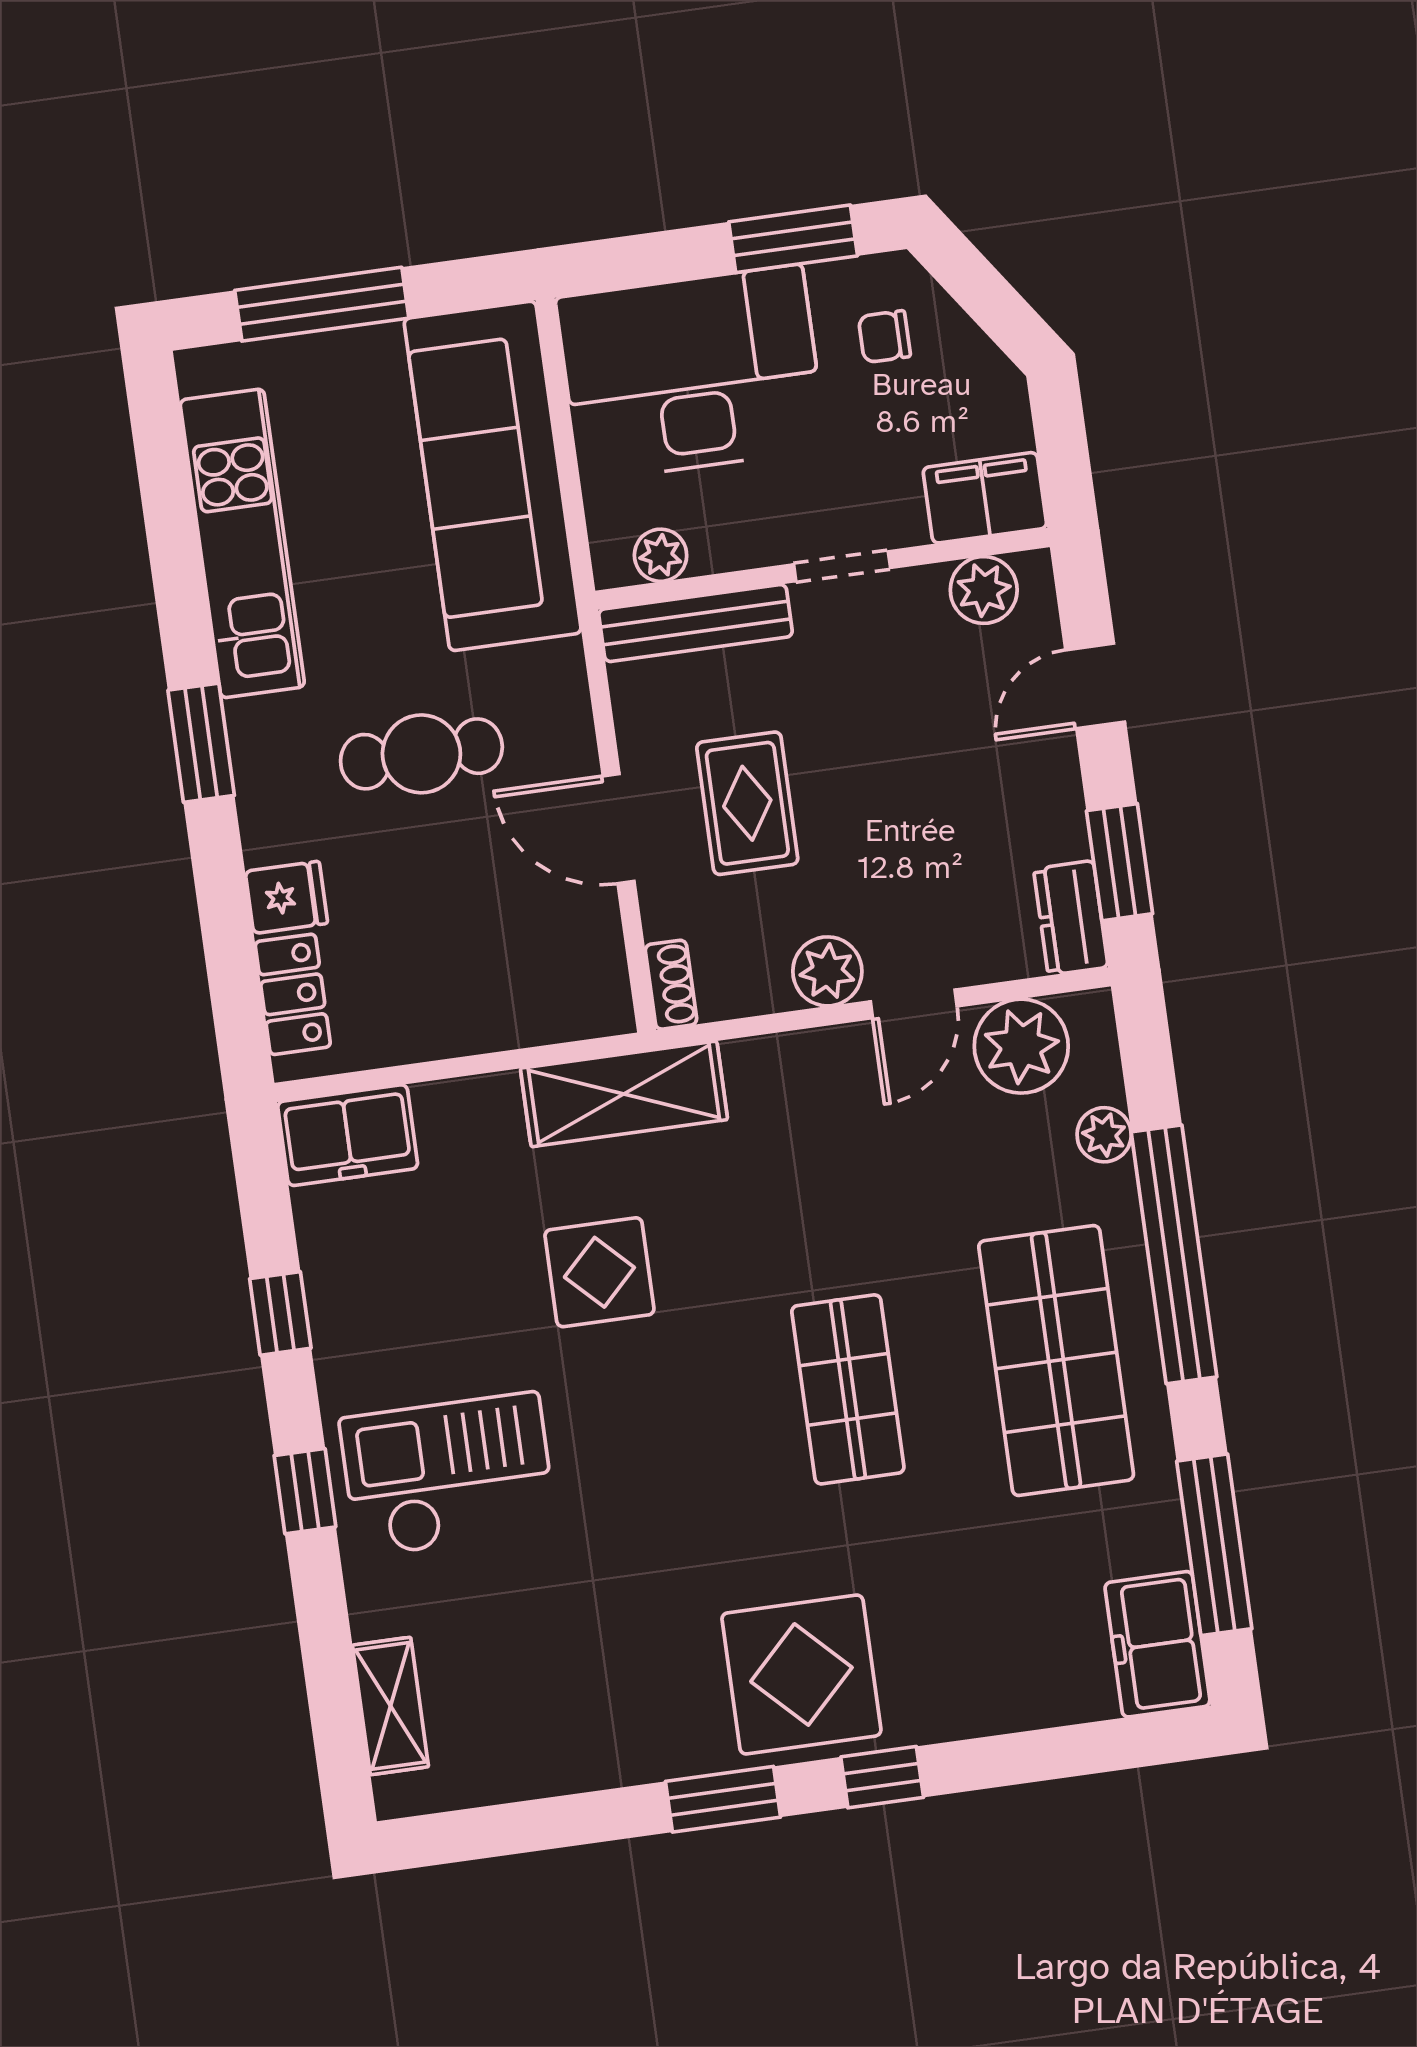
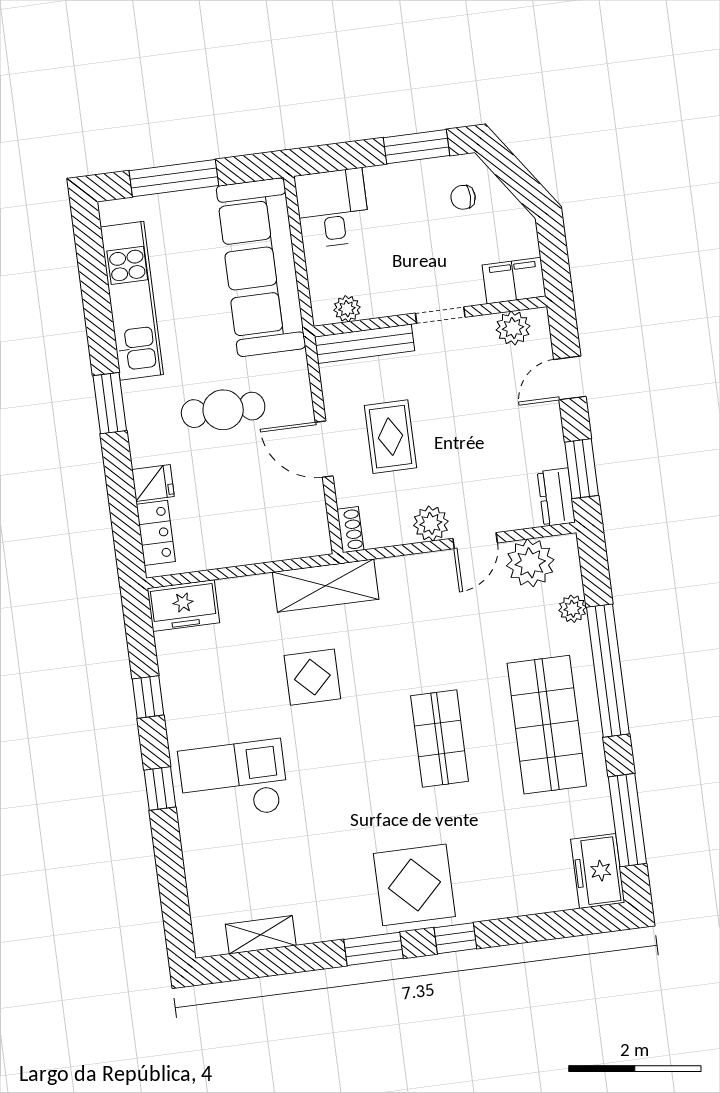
desk: (691, 373) -> (332, 208), width x0.53, depth x0.77
shelving: (390, 1706) -> (261, 935), moved, turned 90

